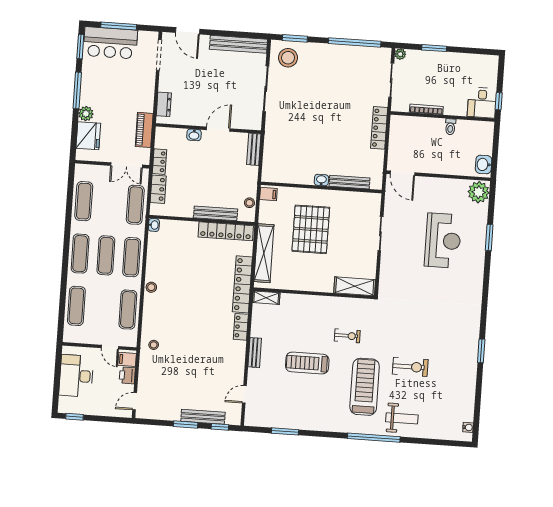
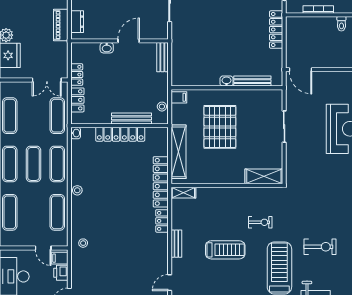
piano: (144, 130) -> (61, 25), moved
locker: (226, 231) -> (120, 134), moved
treadmill: (307, 363) -> (225, 250), turned 180

